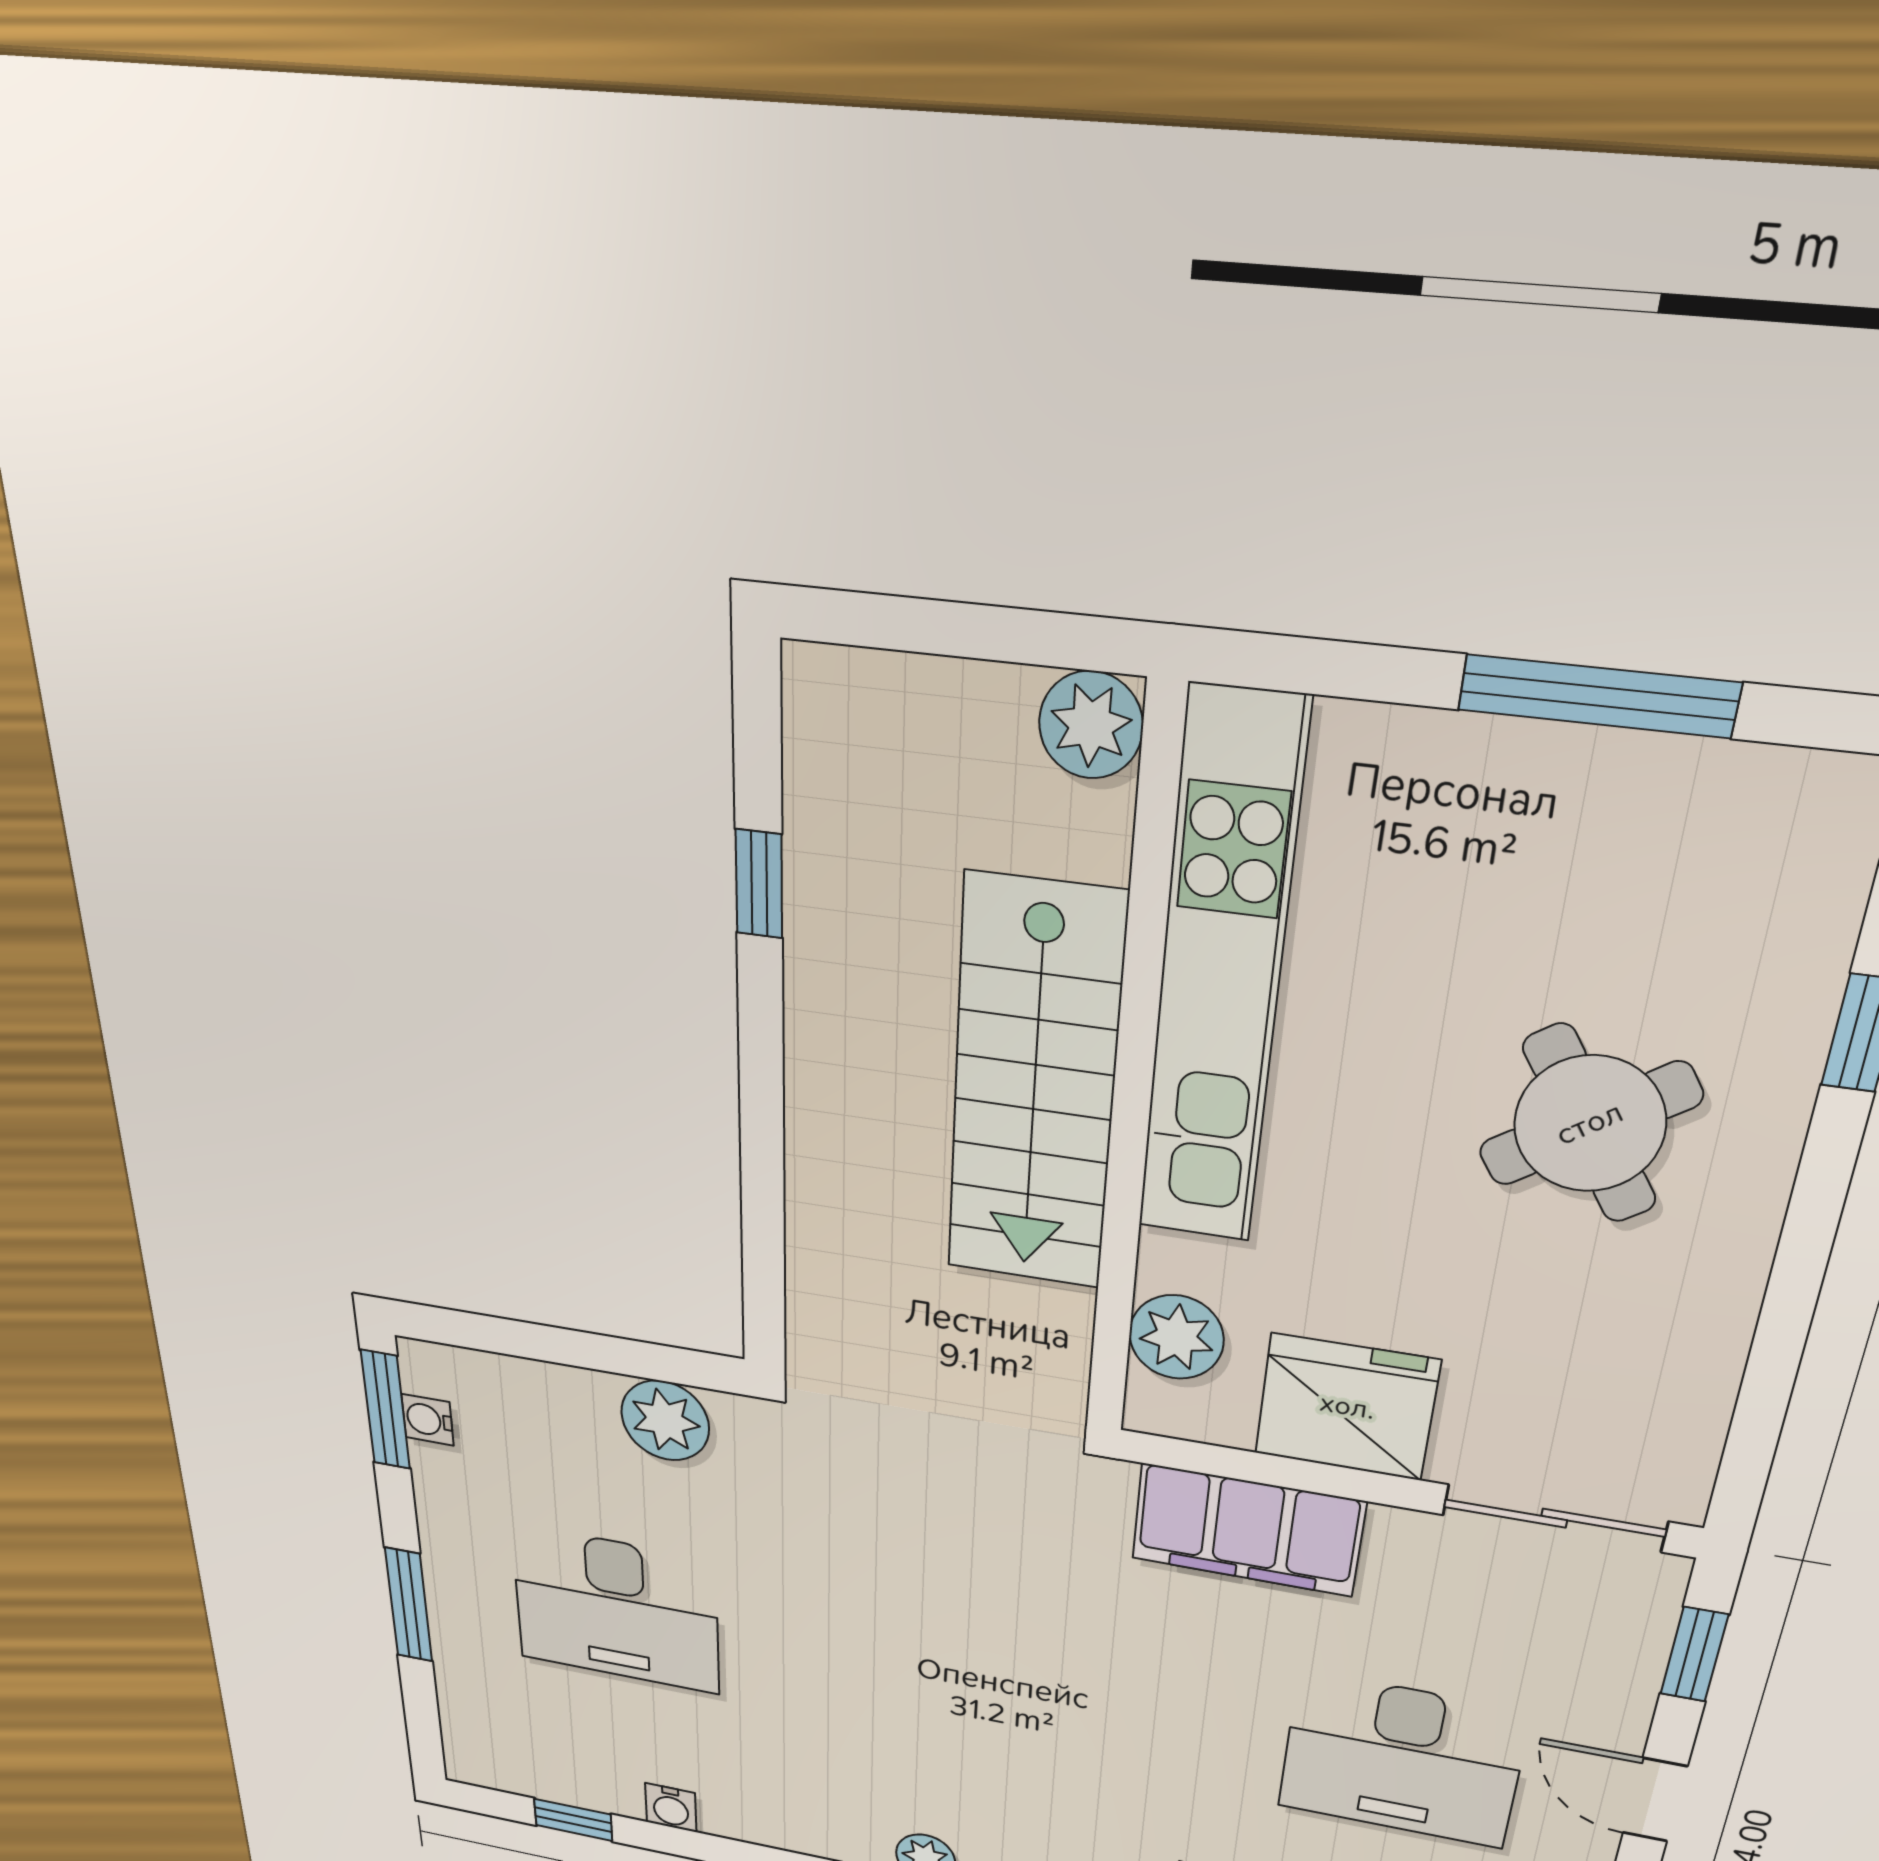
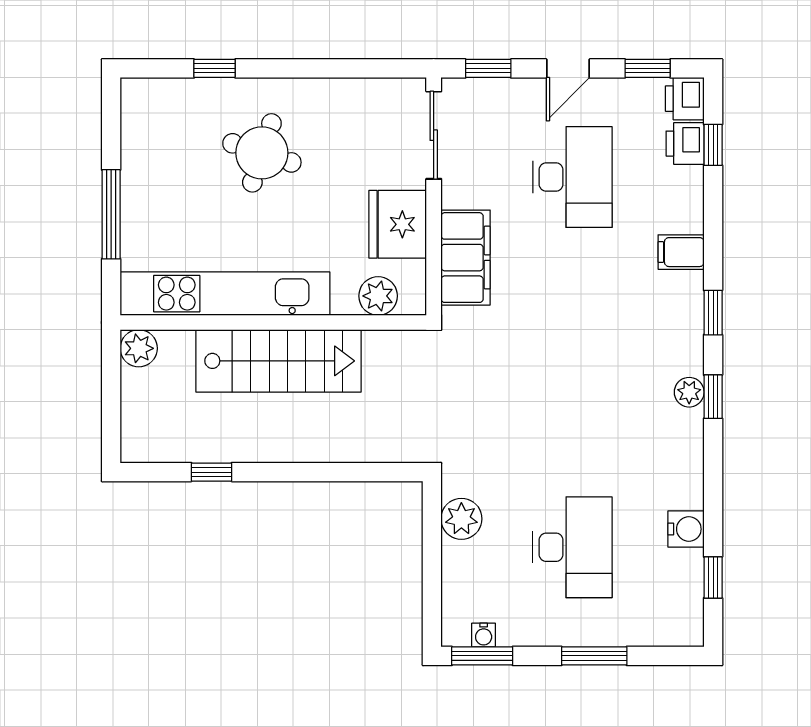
window: (1598, 696) -> (111, 214), moved
round table: (1590, 1124) -> (262, 153), turned -38
water cooler: (671, 1808) -> (686, 529), width x1.38, depth x1.38

